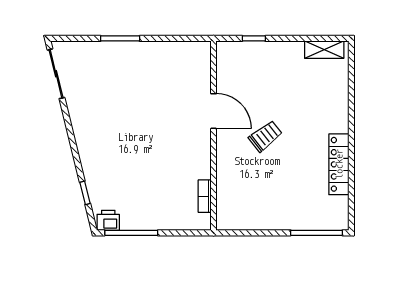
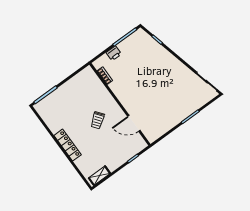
door: (214, 111) -> (134, 123), moved
locker: (339, 164) -> (68, 145), moved
printer: (108, 220) -> (114, 53), moved

